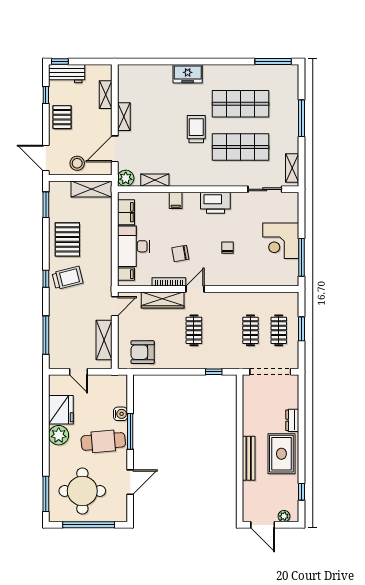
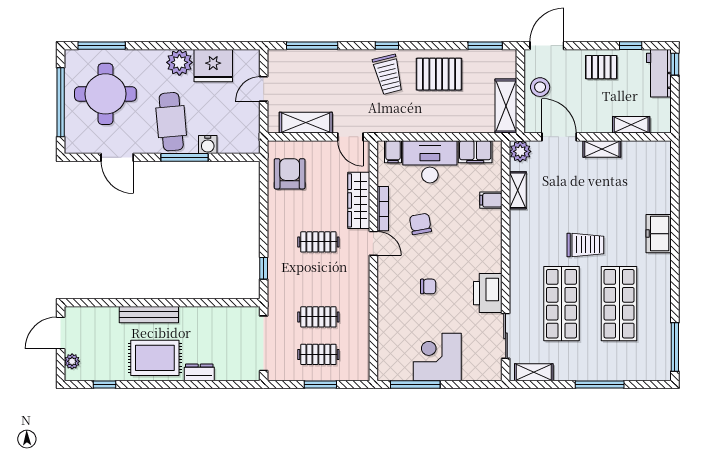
filing cabinet: (176, 200) -> (491, 200), moved
printer: (215, 203) -> (488, 293), moved

